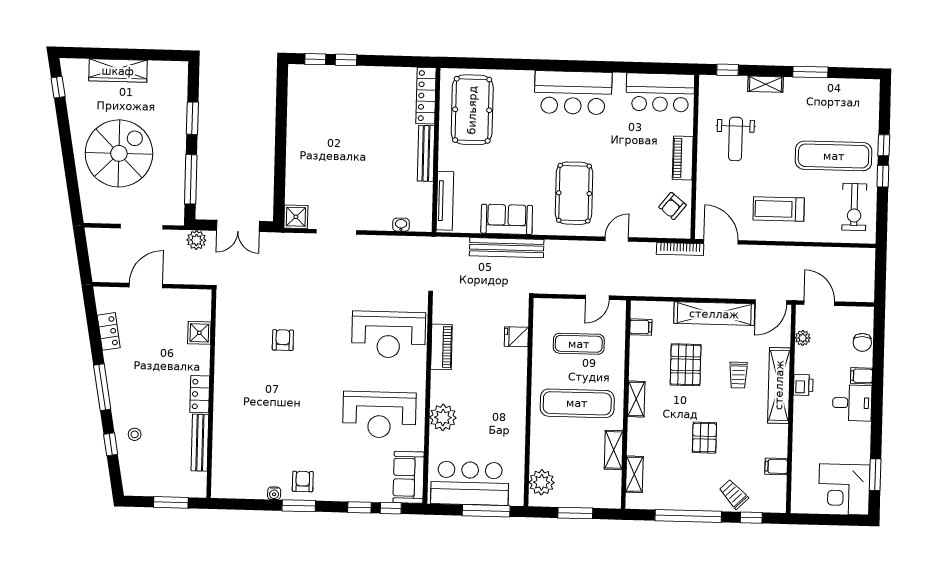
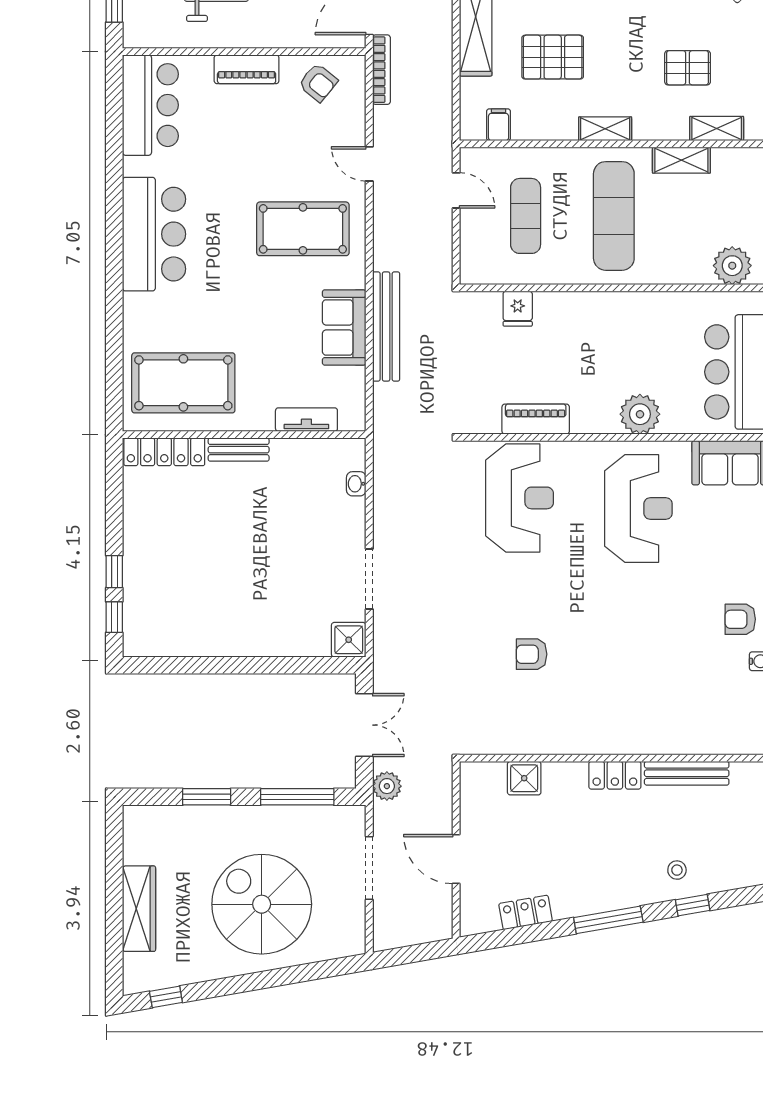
bench: (426, 153) -> (239, 450), width x0.73
tv unit: (445, 201) -> (306, 420), width x0.71
pallet: (704, 438) -> (688, 68), moved

